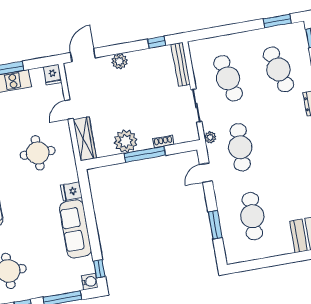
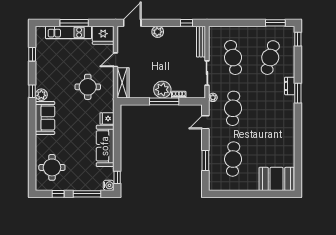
cafe table: (279, 69) -> (270, 58), turned 30
fridge: (53, 75) -> (103, 35), width x1.88, depth x1.34
plant: (126, 141) -> (162, 90), moved

